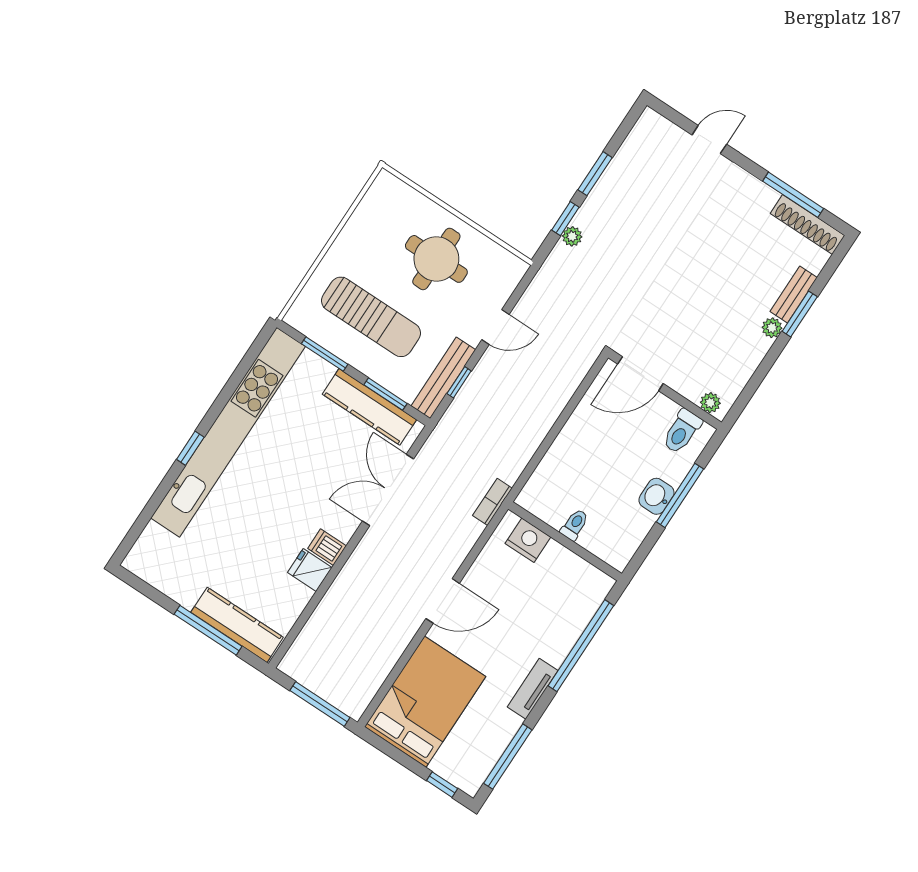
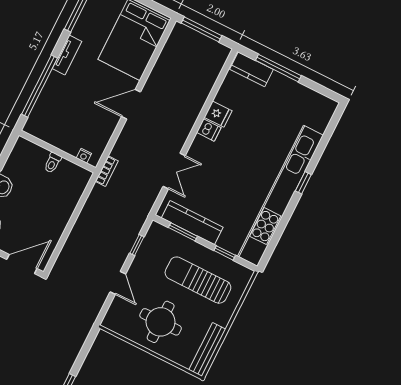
window: (565, 219) -> (81, 357), removed
plant: (572, 236) -> (76, 346), removed
door: (495, 327) -> (118, 283), swing flipped
window: (325, 354) -> (225, 253), width x0.67
bench: (443, 378) -> (207, 349), moved
double door: (388, 490) -> (174, 171), width x0.73
nightstand: (528, 540) -> (84, 156), width x0.53, depth x0.56
kitchen counter: (237, 625) -> (252, 69), width x0.67

